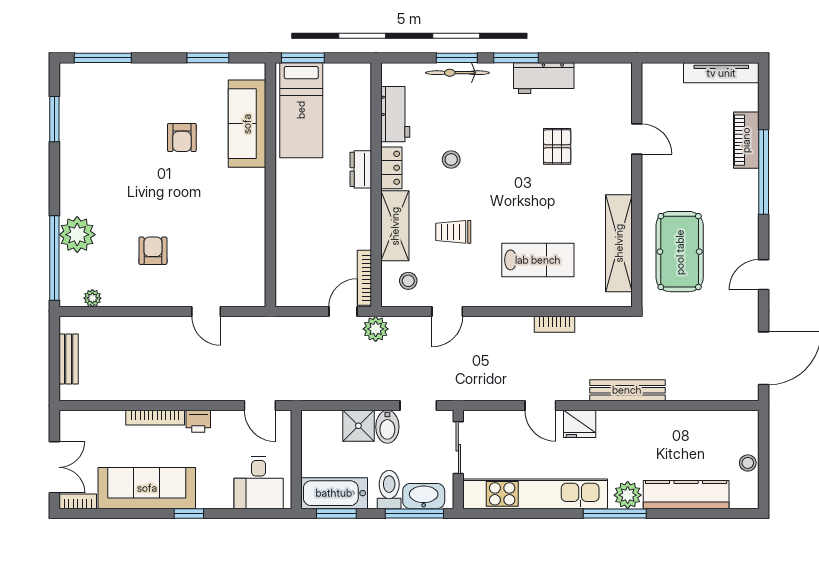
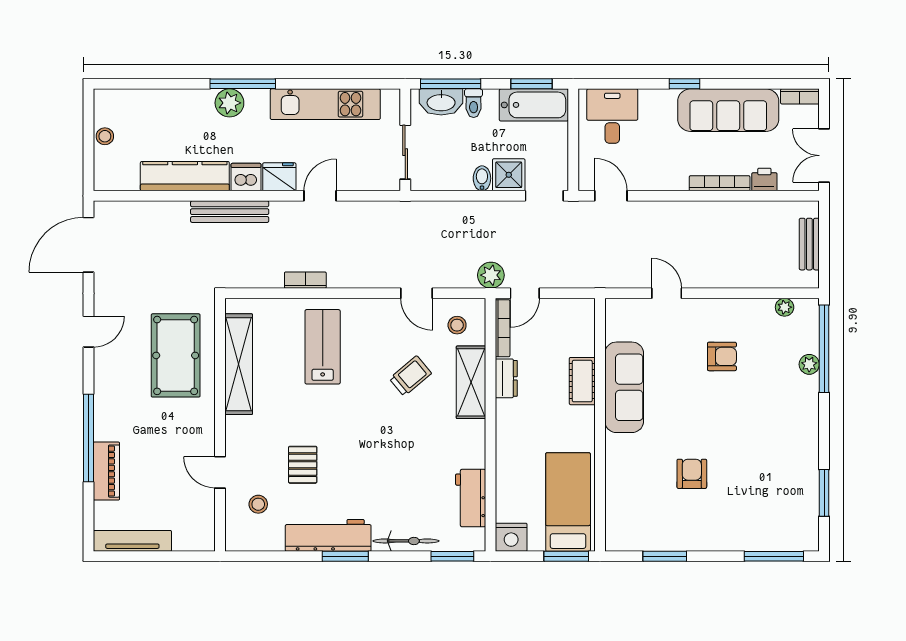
window: (457, 58) -> (452, 556), moved
nightstand: (356, 76) -> (511, 537), added
workbench: (544, 78) -> (328, 535), width x1.38
sofa: (247, 124) -> (624, 387), moved
stool: (451, 159) -> (258, 504), moved
locker: (391, 168) -> (475, 442), removed
dresser: (361, 169) -> (506, 378), moved
cot: (288, 227) -> (582, 381), added
trolley: (453, 232) -> (410, 376), turned -40
plant: (77, 235) -> (809, 364), width x0.53, depth x0.53
armchair: (153, 251) -> (722, 356), turned -90
lab bench: (538, 260) -> (323, 347), turned 90
door: (447, 312) -> (417, 293), swing flipped
doorway: (418, 405) -> (544, 196), moved
door: (540, 405) -> (320, 196), hinge flipped
printer: (198, 421) -> (764, 180), moved
dishwasher: (612, 424) -> (246, 177), added
bidet: (387, 427) -> (482, 178), width x0.72, depth x0.74
double door: (54, 467) -> (824, 156), moved
toilet: (389, 490) -> (474, 103), width x0.73, depth x0.72
kitchen unit: (535, 494) -> (325, 104), width x0.73
kitchen counter: (686, 495) -> (185, 176), moved, turned 180

